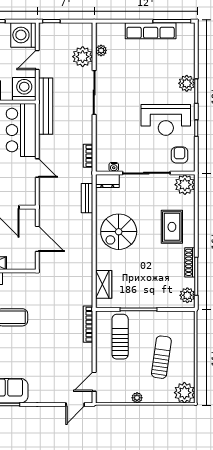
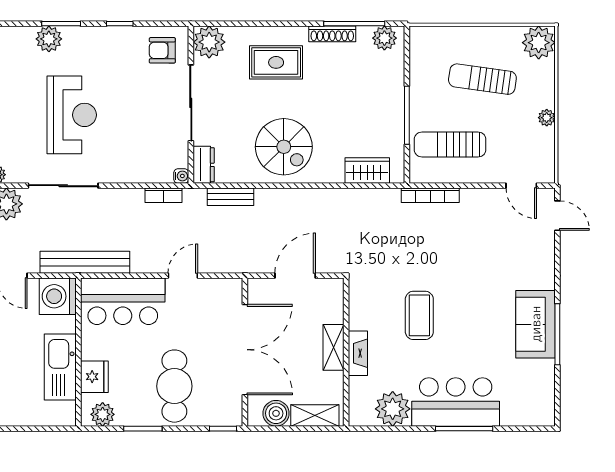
reception desk: (166, 120) -> (72, 115), moved
water cooler: (114, 167) -> (181, 176), moved

